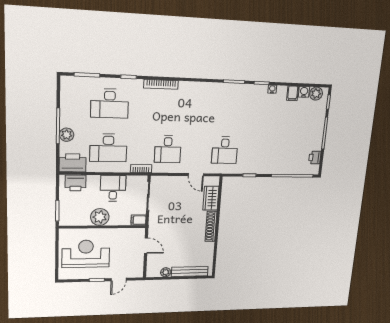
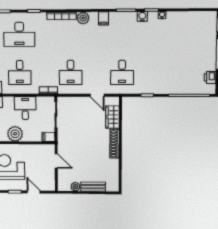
water cooler: (304, 92) -> (142, 16), moved
filing cabinet: (293, 93) -> (103, 18), moved
plant: (316, 94) -> (83, 18), moved
desk: (108, 148) -> (20, 72), width x0.73
bench: (190, 272) -> (93, 187), width x0.73
door: (119, 279) -> (34, 192), swing flipped

